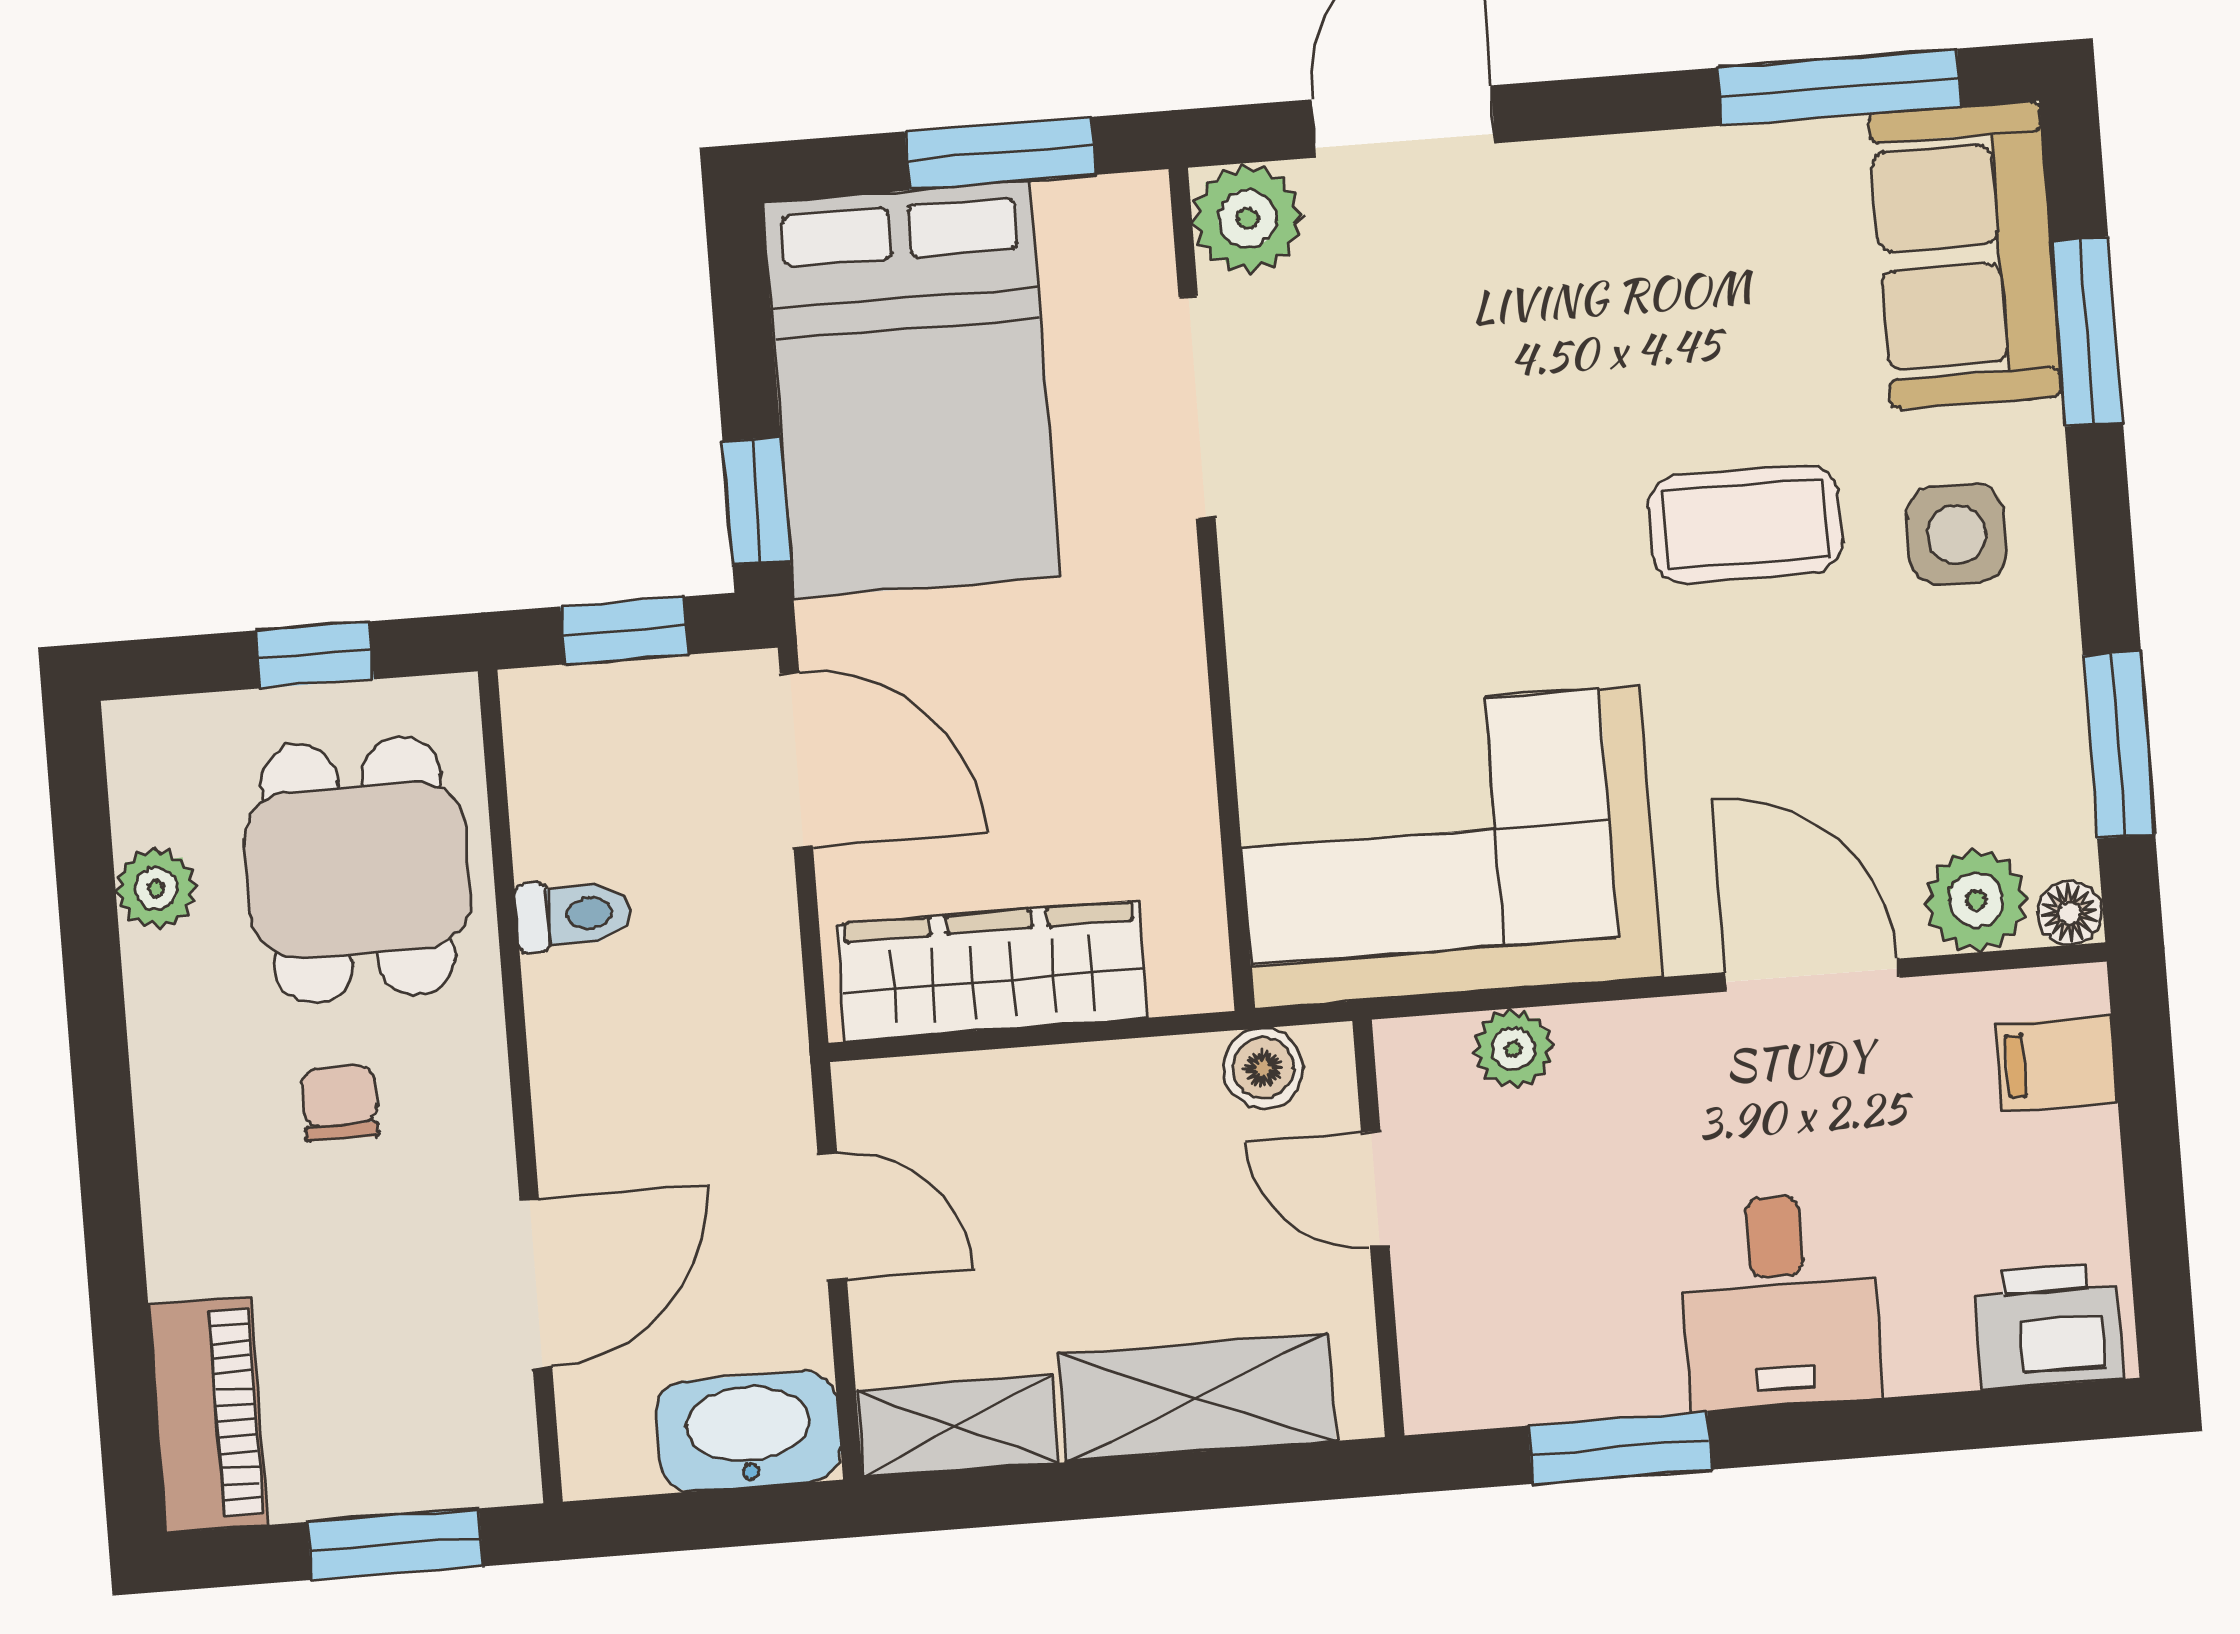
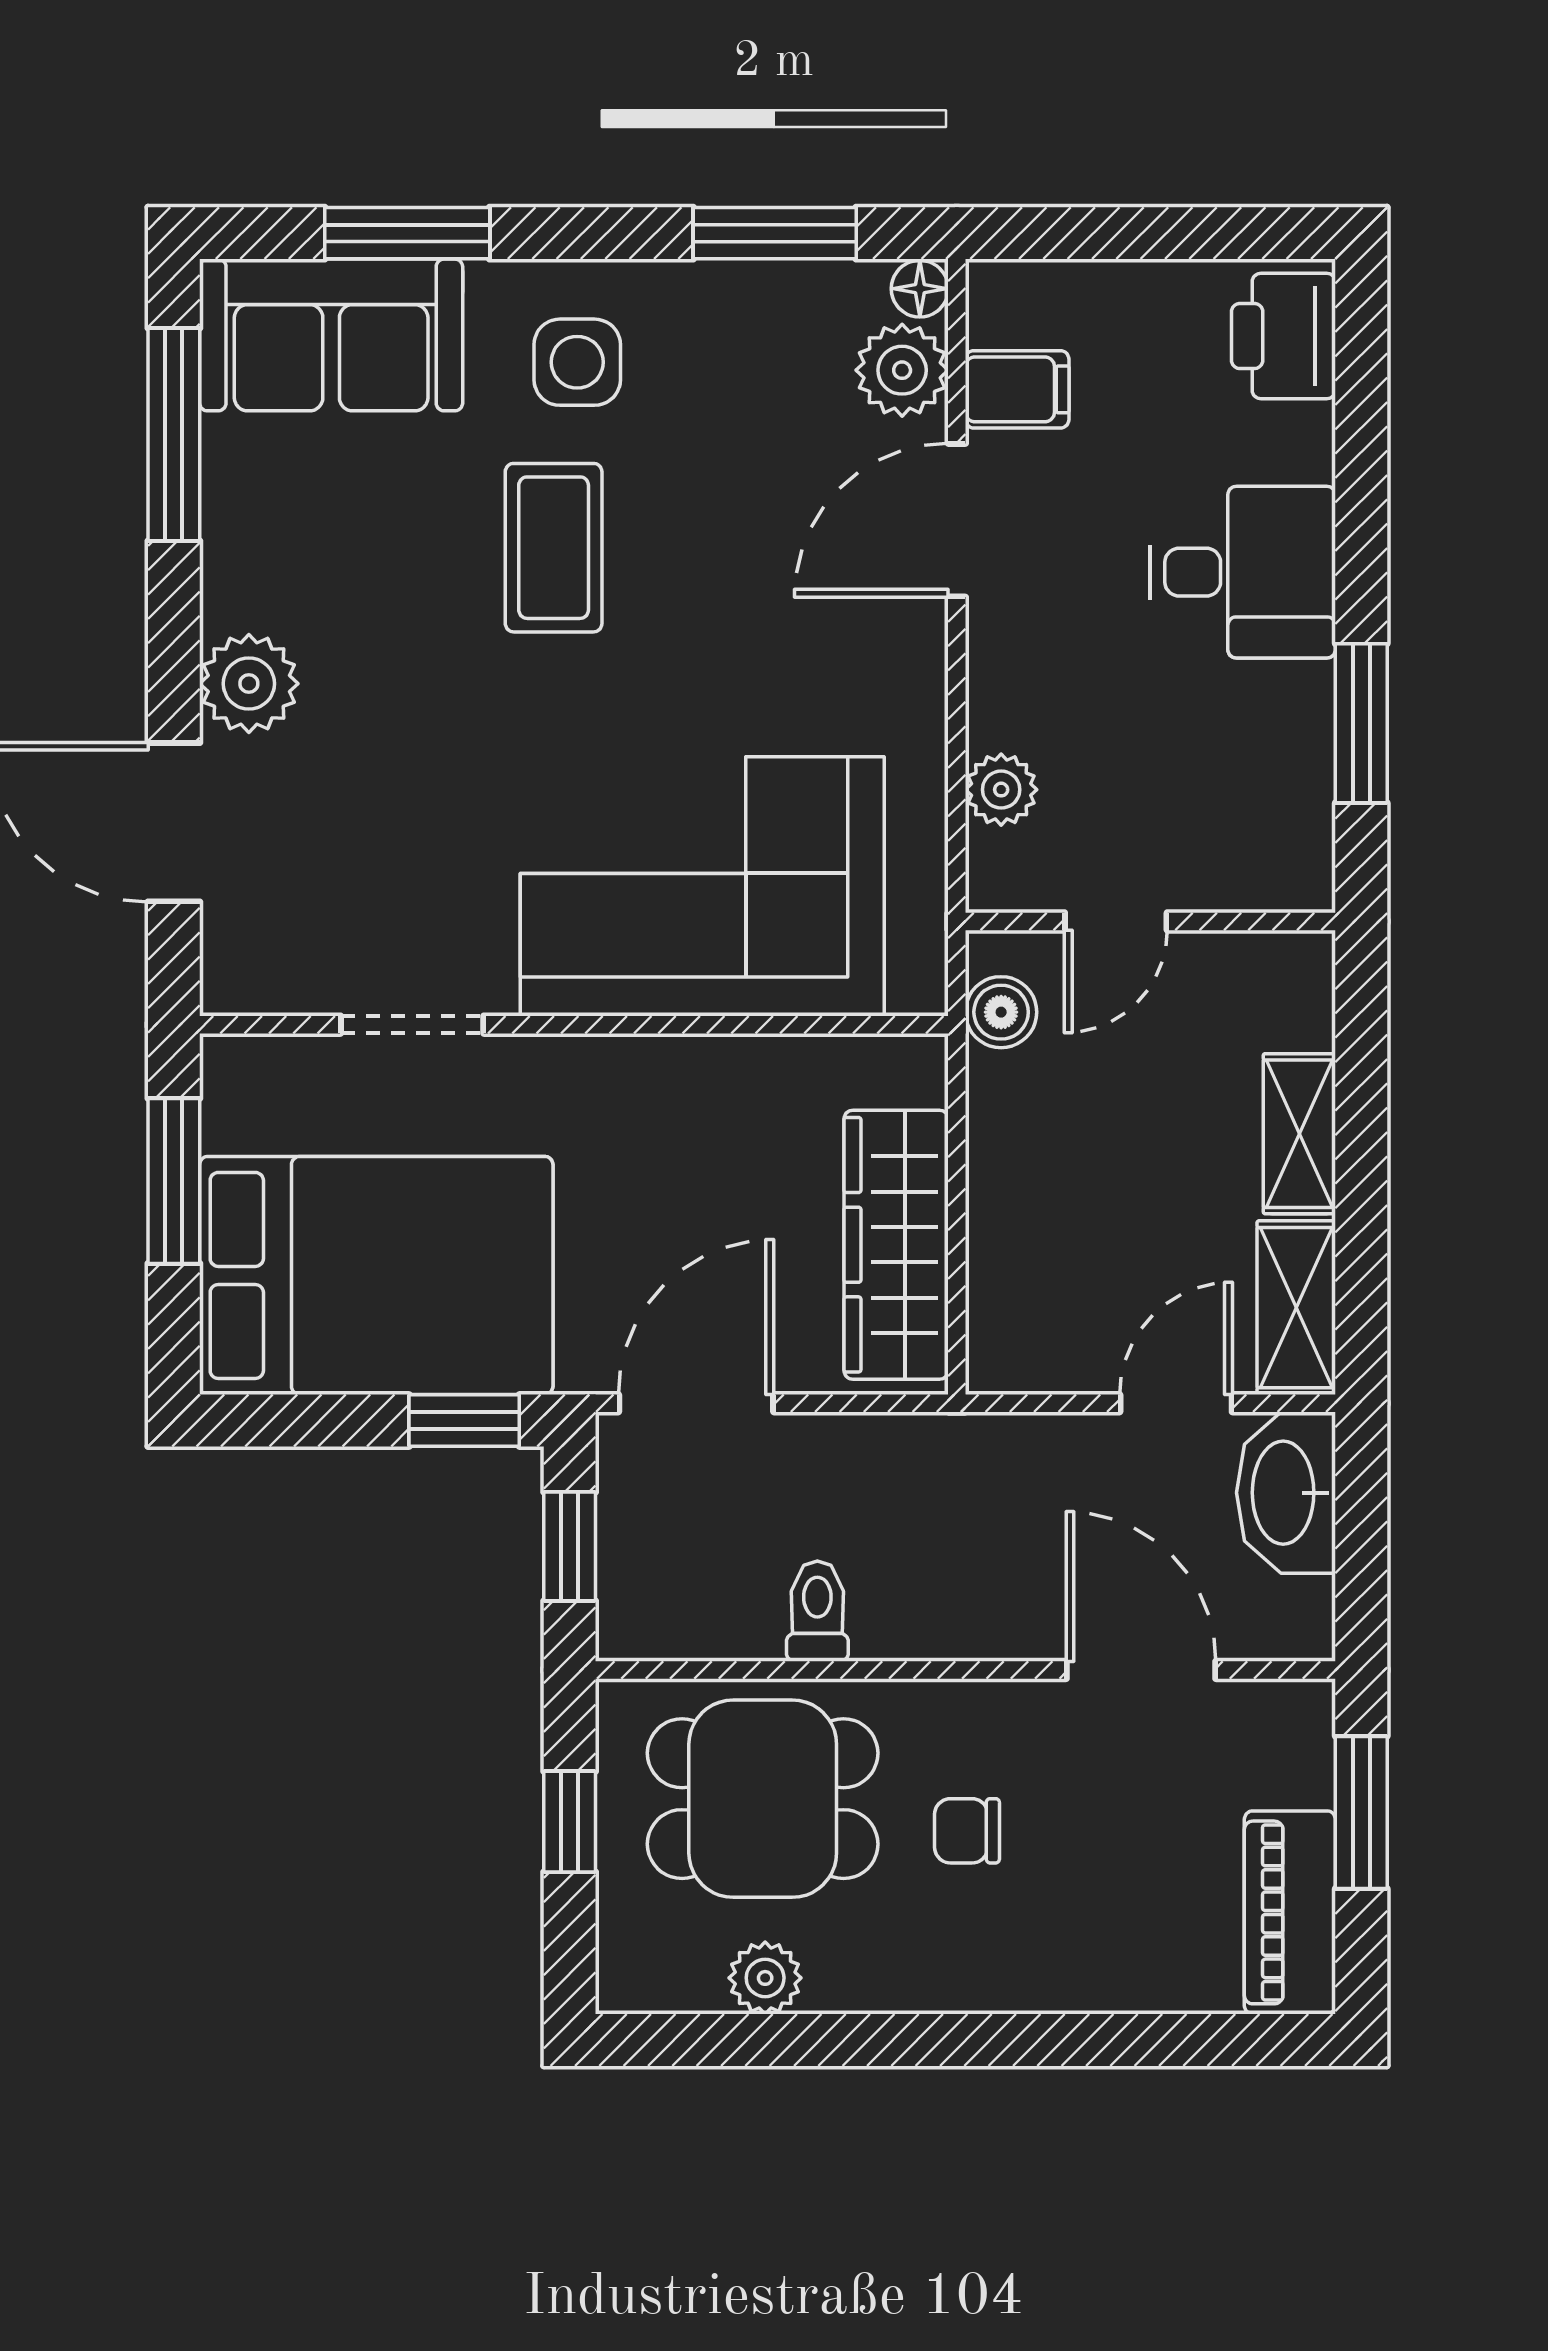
plant: (1247, 219) -> (249, 684), moved
doorway: (1197, 407) -> (412, 1025), width x0.73
corner sofa: (1447, 847) -> (702, 886), moved, turned 90
filing cabinet: (2056, 1063) -> (1017, 389), moved, turned -90
door: (832, 1217) -> (1176, 1403), moved
shelving: (1197, 1397) -> (1299, 1134), width x0.67, depth x0.75
piano: (208, 1415) -> (1290, 1912), moved, turned -90

